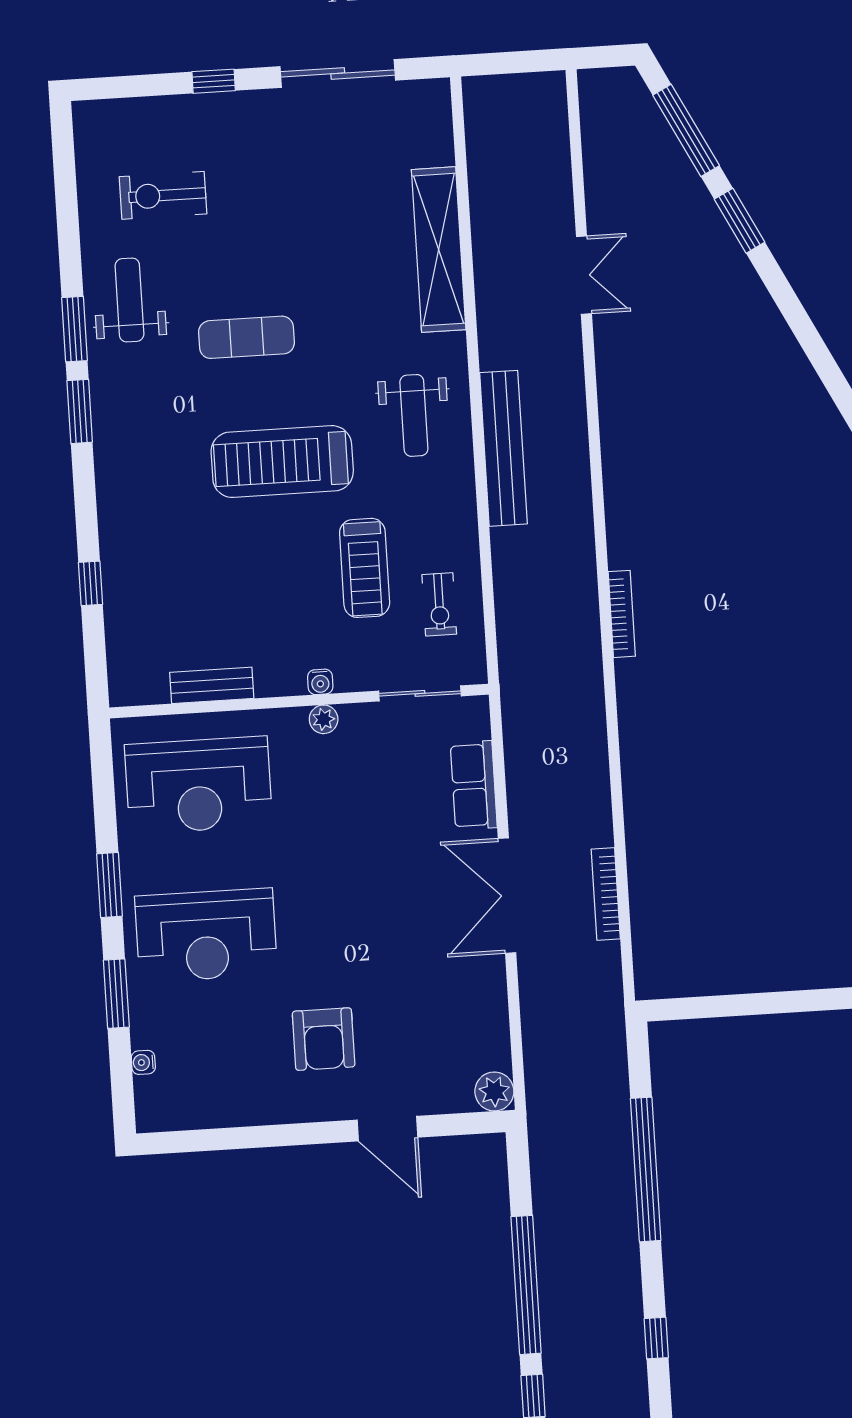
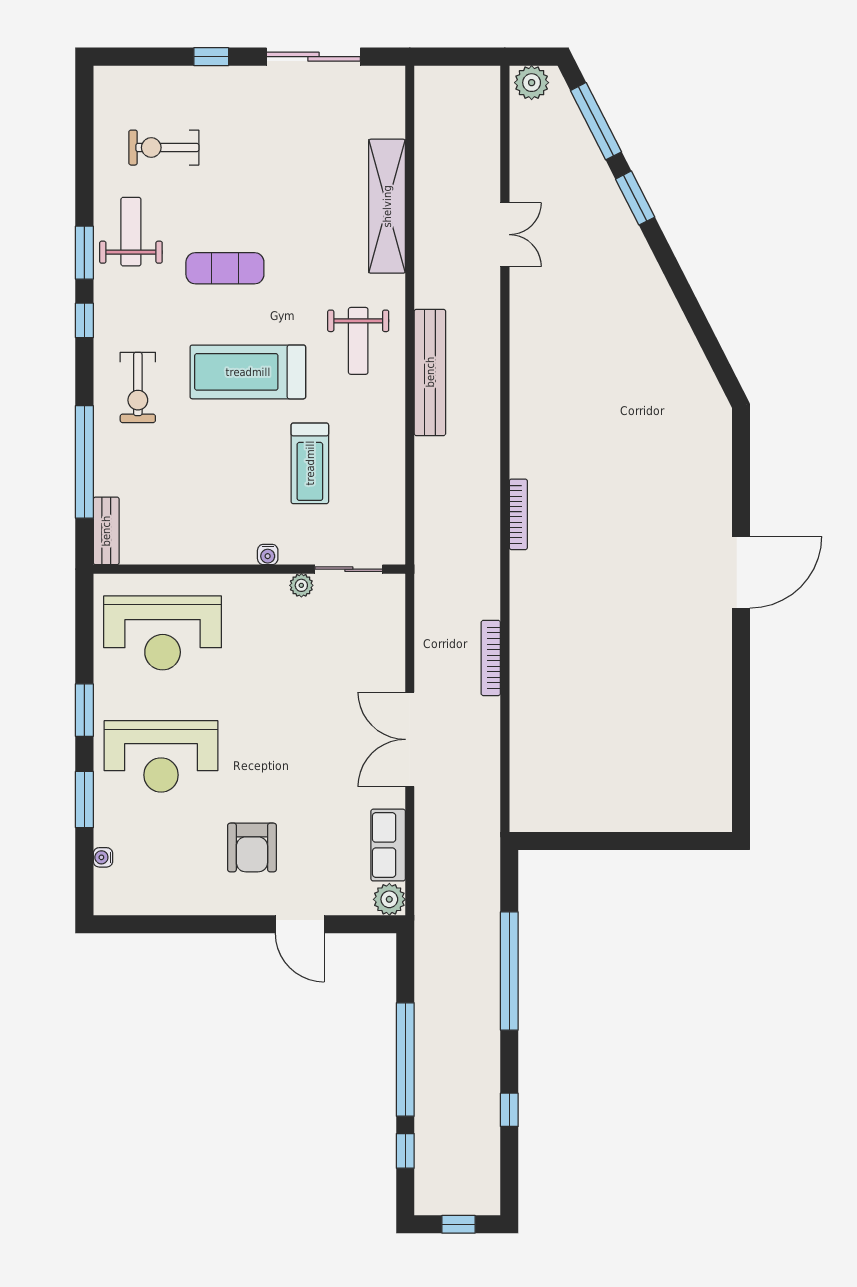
plant: (605, 88) -> (532, 83), added
window: (80, 411) -> (84, 320), width x0.67
window: (90, 583) -> (84, 462), width x3.17
exercise bike: (439, 604) -> (138, 387), moved, width x1.38, depth x1.39
bench: (212, 685) -> (106, 531), moved, turned 90
plant: (324, 719) -> (301, 585), moved
row of seats: (474, 785) -> (388, 845), moved
bookcase: (606, 894) -> (491, 658), moved

